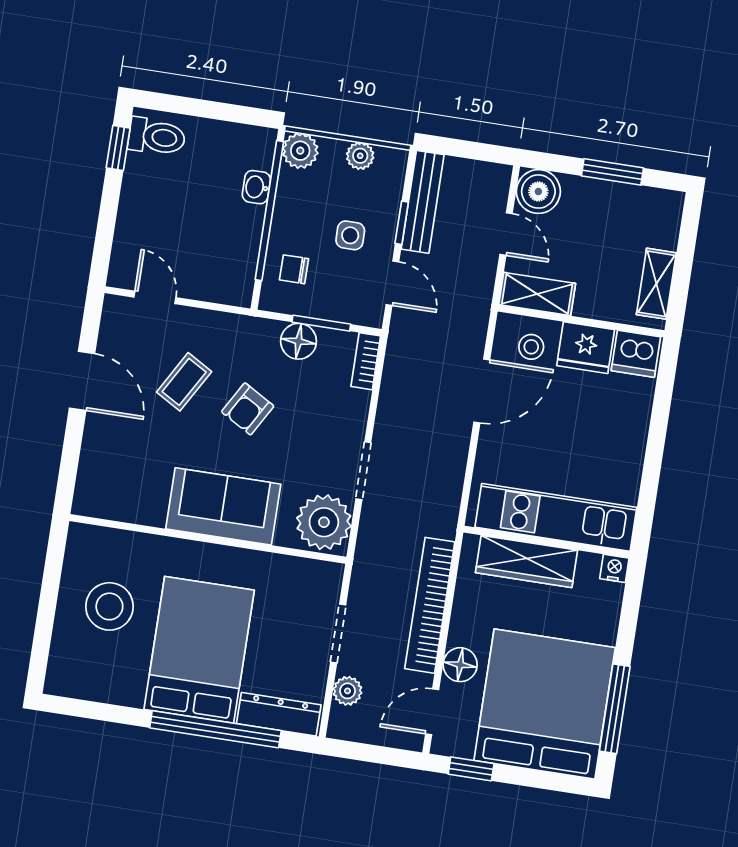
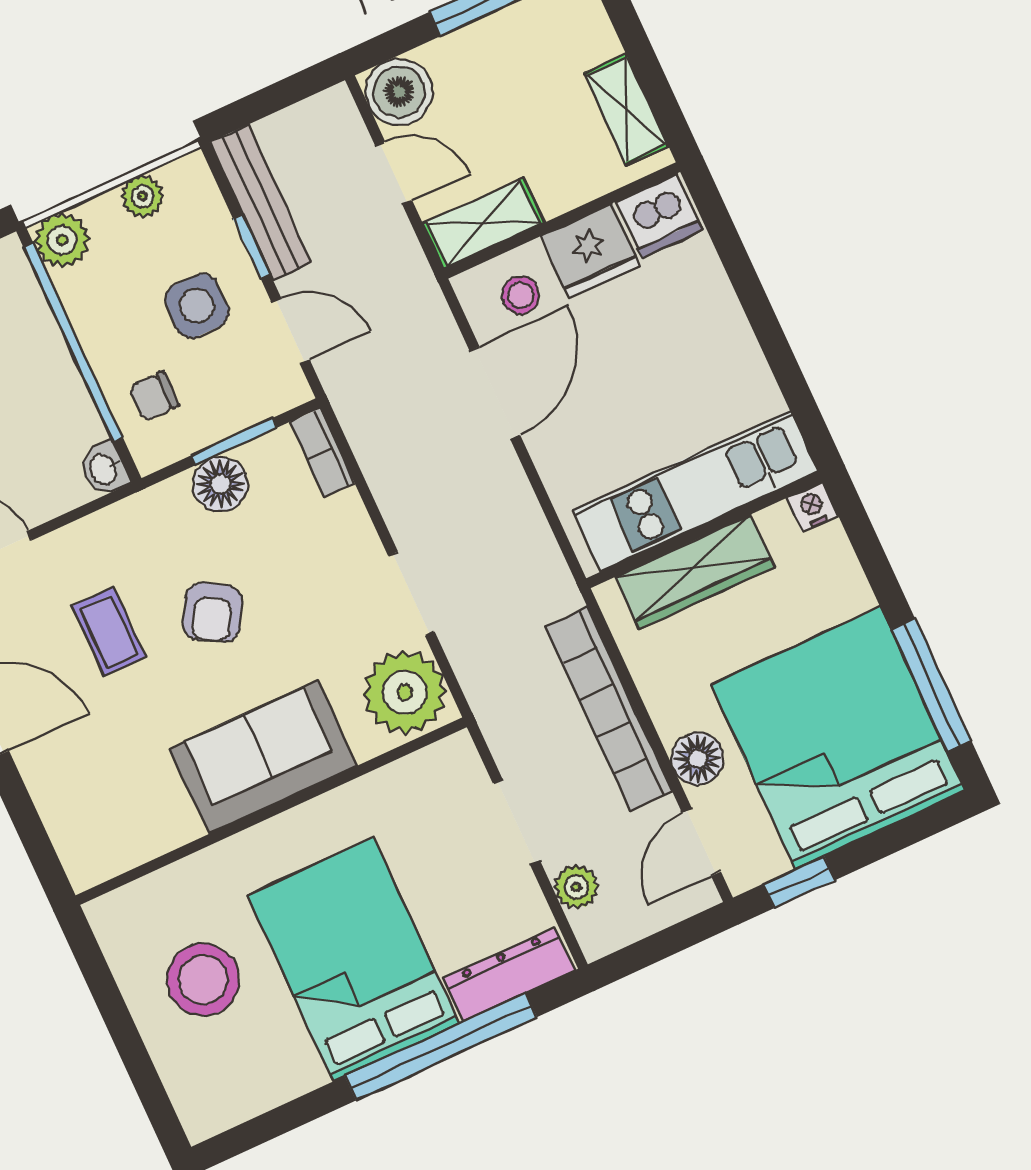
washbasin: (256, 187) -> (104, 469), moved
side table: (350, 235) -> (197, 306), width x1.37, depth x1.37
coffee table: (184, 382) -> (109, 632), turned -30

